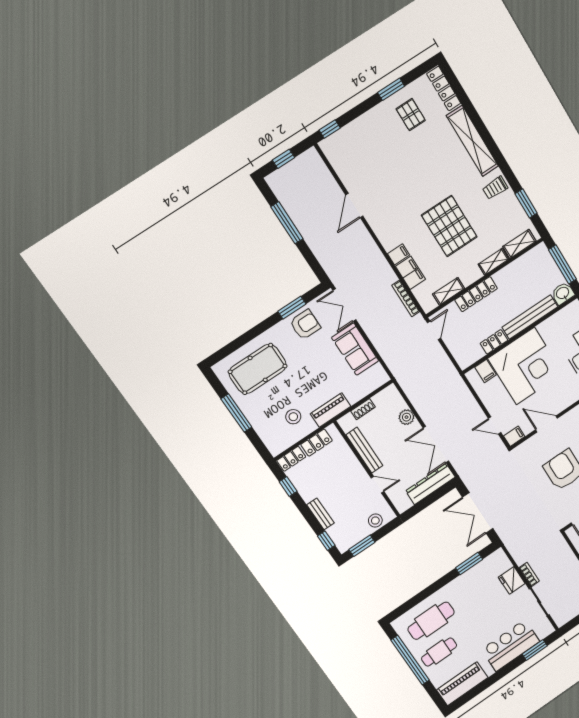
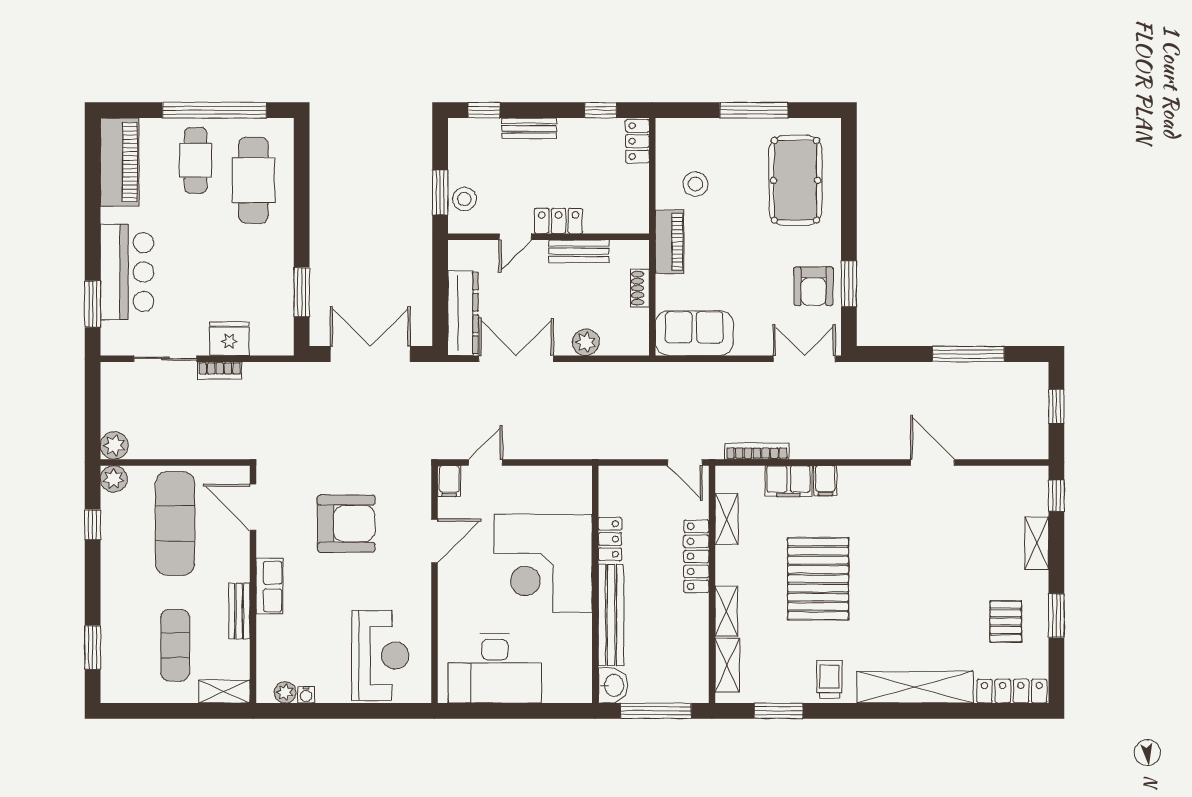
pallet: (411, 115) -> (1006, 622), turned 90
shelving: (361, 124) -> (1037, 543), added
pallet: (449, 226) -> (818, 579), turned 90
sofa: (355, 349) -> (694, 333), moved
filing cabinet: (485, 371) -> (576, 500), removed
locker: (317, 443) -> (559, 221), moved, turned 90
bench: (364, 450) -> (579, 251), width x0.73
window: (362, 546) -> (440, 192), moved

